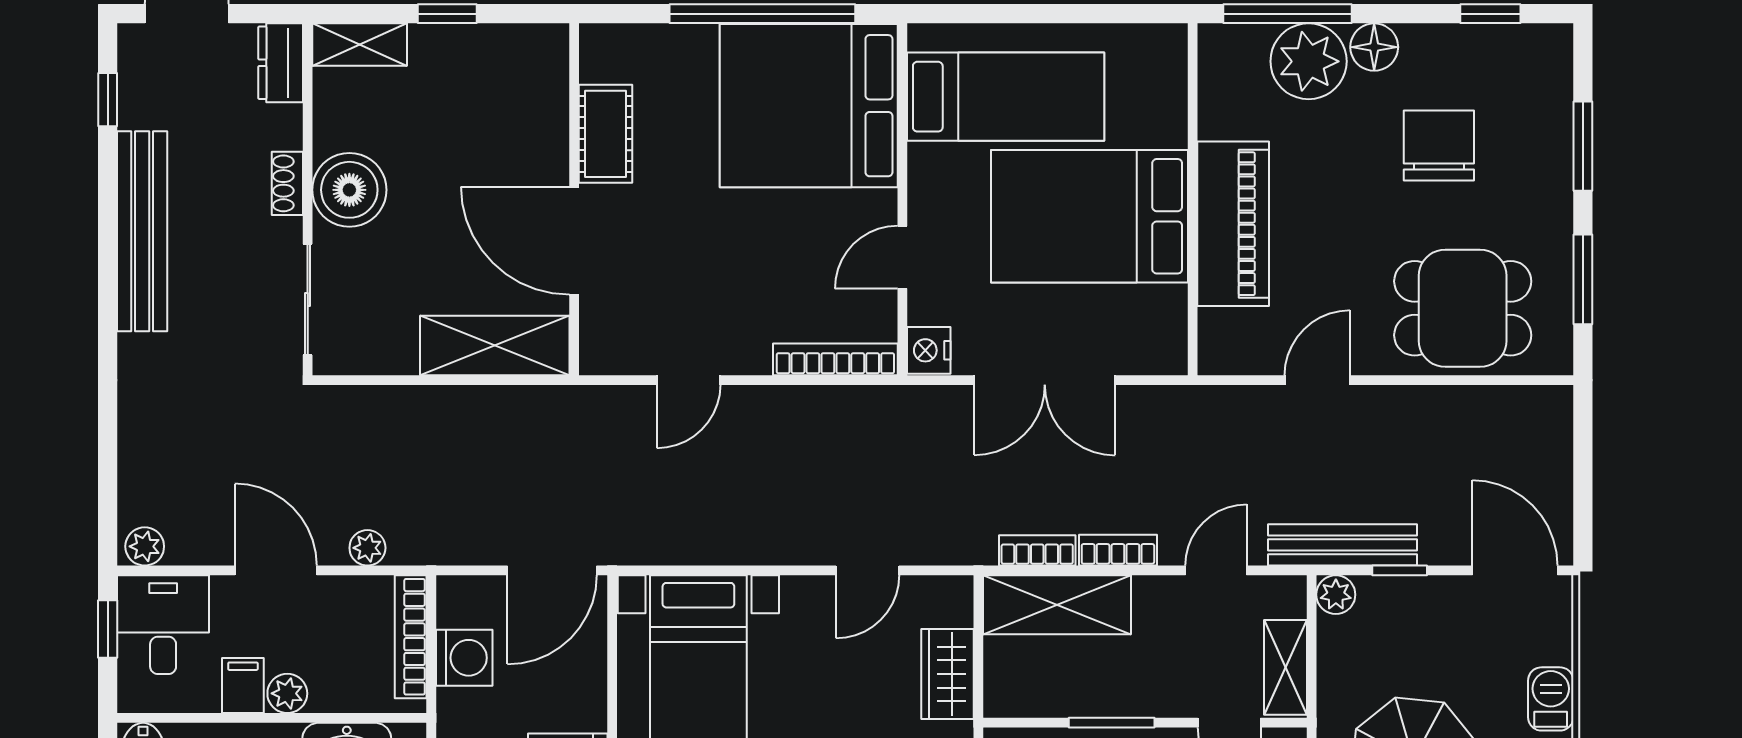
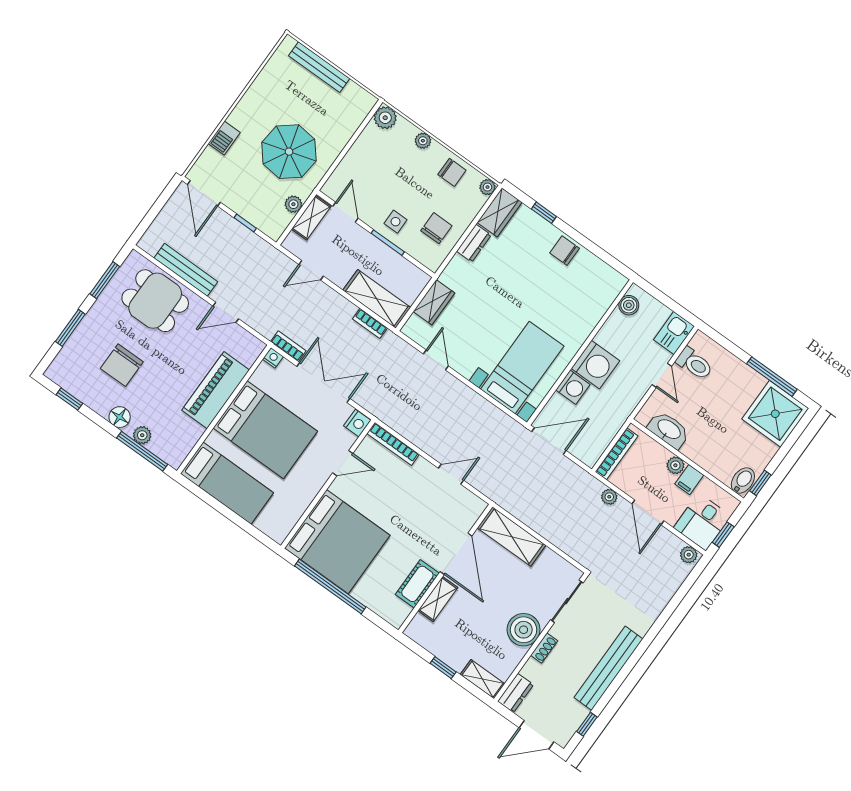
plant: (1309, 61) -> (142, 435), width x0.53, depth x0.53
bed: (1006, 97) -> (227, 483), moved, turned 180
shelving: (548, 133) -> (438, 599), added
nightstand: (1170, 359) -> (273, 358), added
bench: (1342, 545) -> (186, 270), moved
bookcase: (1118, 550) -> (288, 346), moved, turned 180
door: (868, 570) -> (436, 360), hinge flipped
plant: (1336, 595) -> (293, 204), moved
washing machine: (464, 658) -> (573, 387), moved, turned 180

